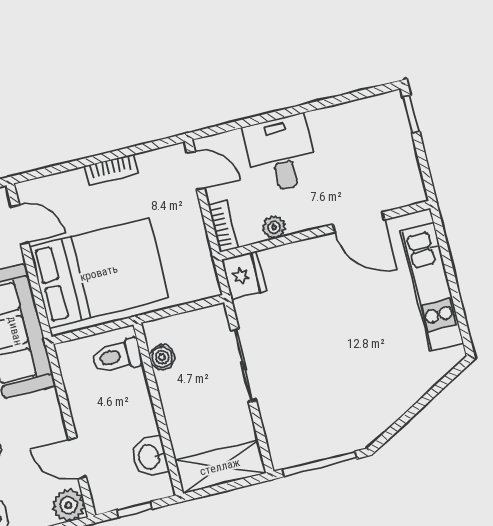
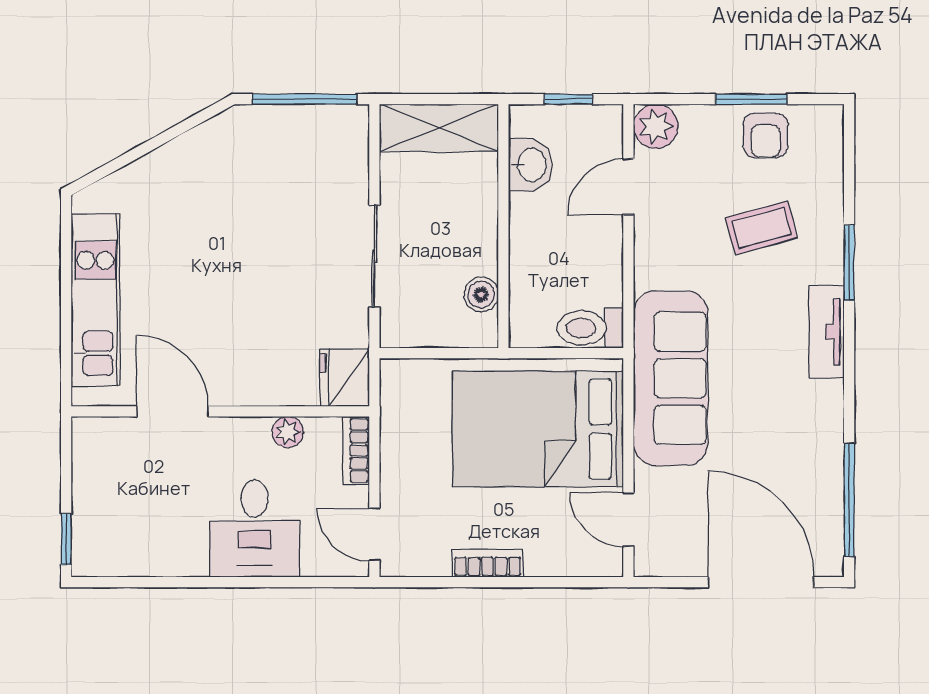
toilet: (117, 356) -> (590, 328), moved, turned 180
door: (77, 458) -> (628, 187), swing flipped

